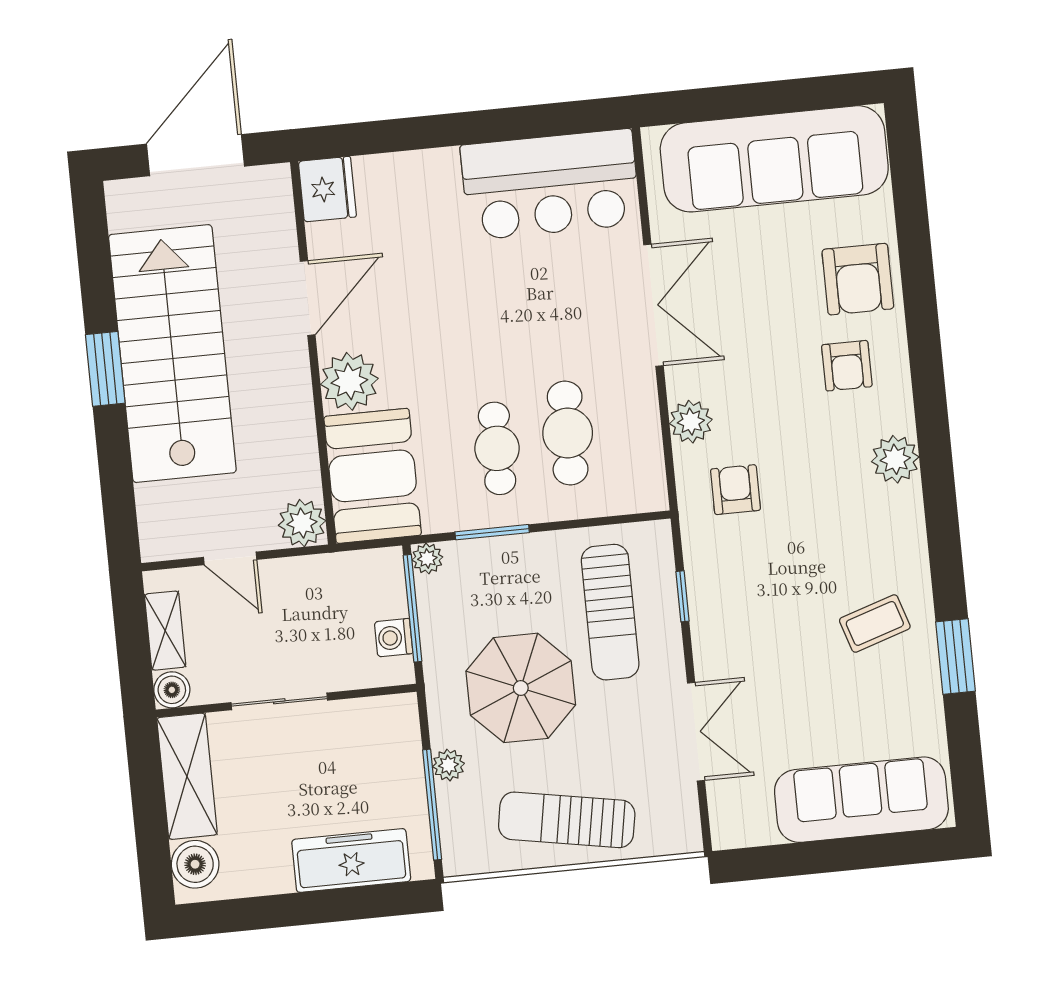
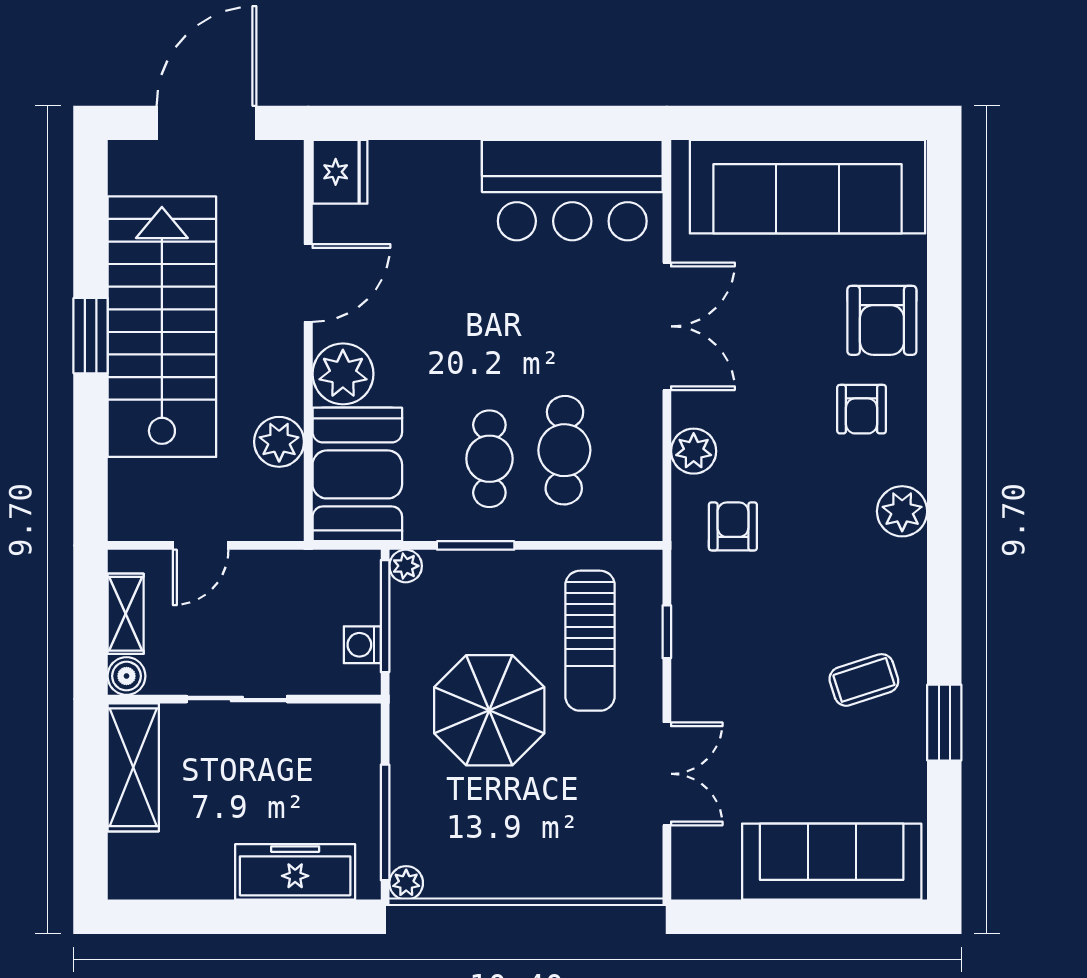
plant: (302, 523) -> (279, 442), moved
door: (230, 558) -> (201, 545), hinge flipped
plant: (449, 765) -> (406, 883), moved
sun lounger: (567, 820) -> (523, 852), removed
boiler: (195, 864) -> (133, 860), removed

